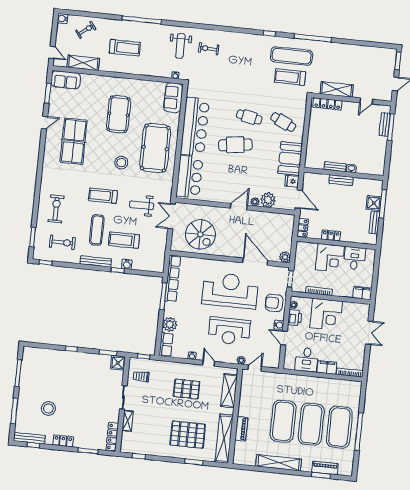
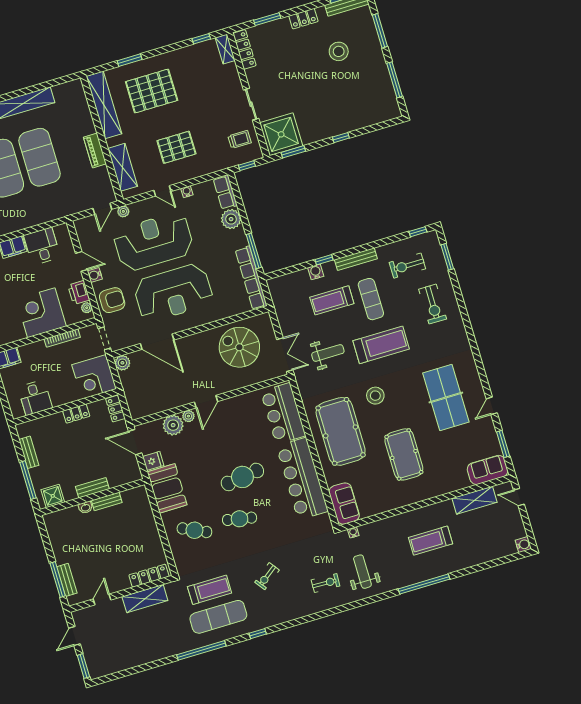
exercise bike: (86, 30) -> (267, 576), moved
treadmill: (103, 196) -> (381, 345), width x1.37, depth x1.38
shower: (374, 203) -> (53, 496), moved
treadmill: (124, 240) -> (332, 300), turned 180
corner desk: (330, 258) -> (94, 377), moved, turned -90
reception desk: (229, 331) -> (154, 242), width x1.36, depth x1.30
shower: (118, 363) -> (281, 134), width x1.86, depth x1.86
shelving: (128, 421) -> (225, 49), moved
piano: (241, 429) -> (95, 150), moved

